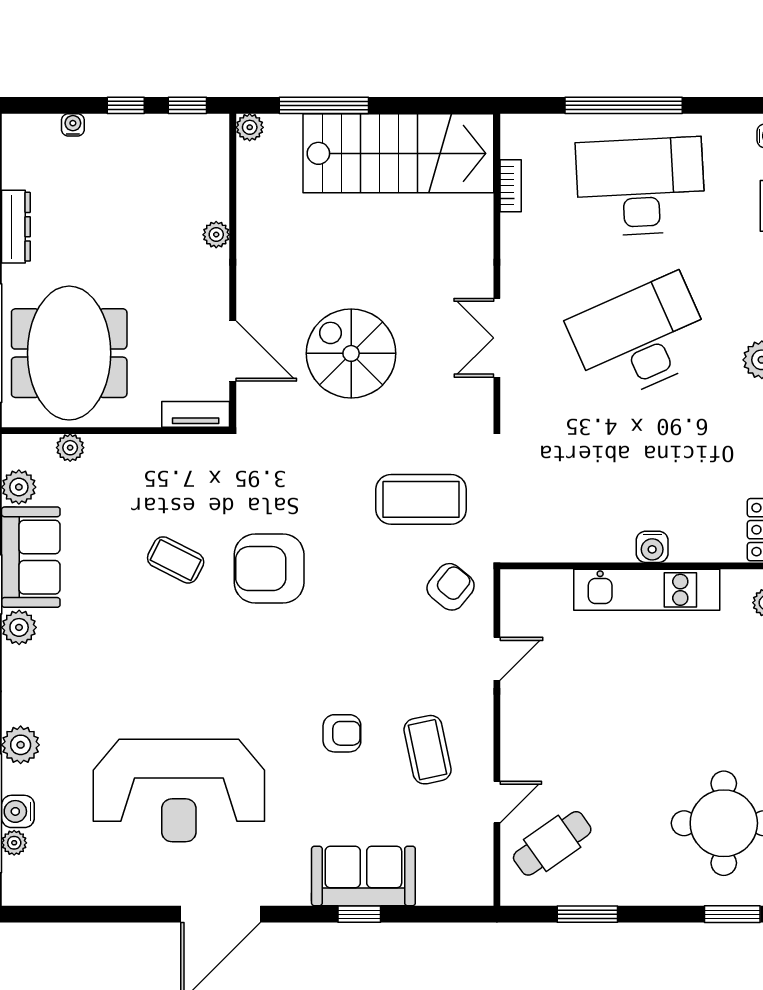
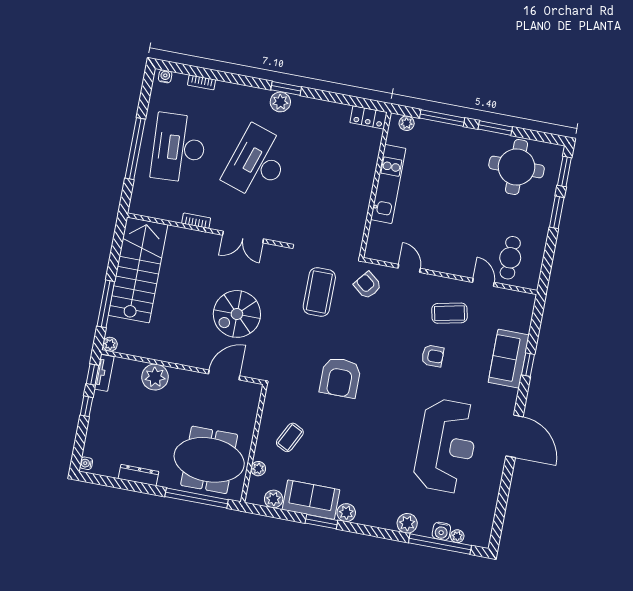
water cooler: (73, 125) -> (86, 463), moved
bookcase: (511, 186) -> (196, 221), moved
plant: (216, 235) -> (155, 377), width x1.88, depth x1.88
desk: (640, 338) -> (257, 163), turned 42
tv unit: (196, 414) -> (104, 373), moved, turned 180
water cooler: (652, 547) -> (366, 177), removed
coffee table: (176, 560) -> (290, 437), moved
armchair: (342, 733) -> (433, 356), turned 90
cafe table: (552, 843) -> (510, 258), turned 35
window: (587, 914) -> (557, 212), moved

